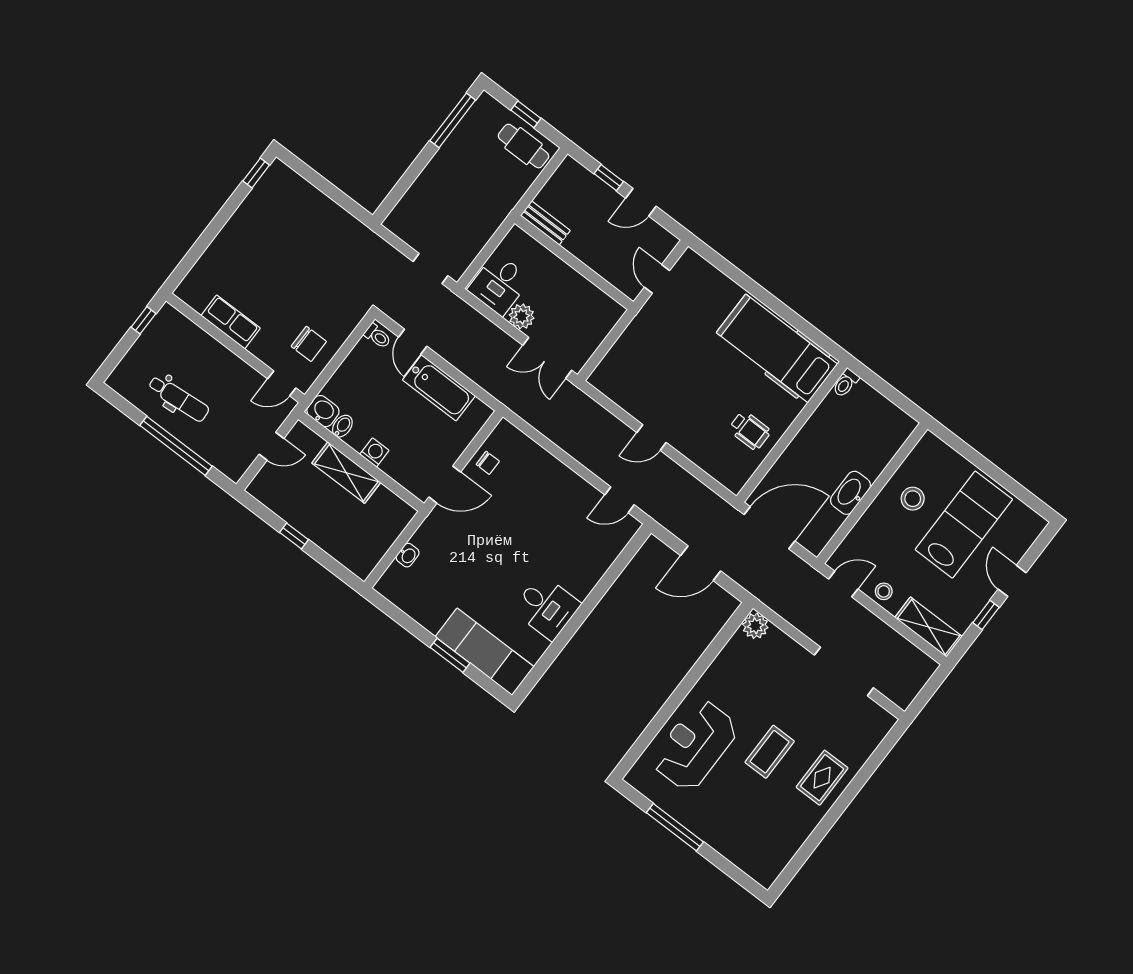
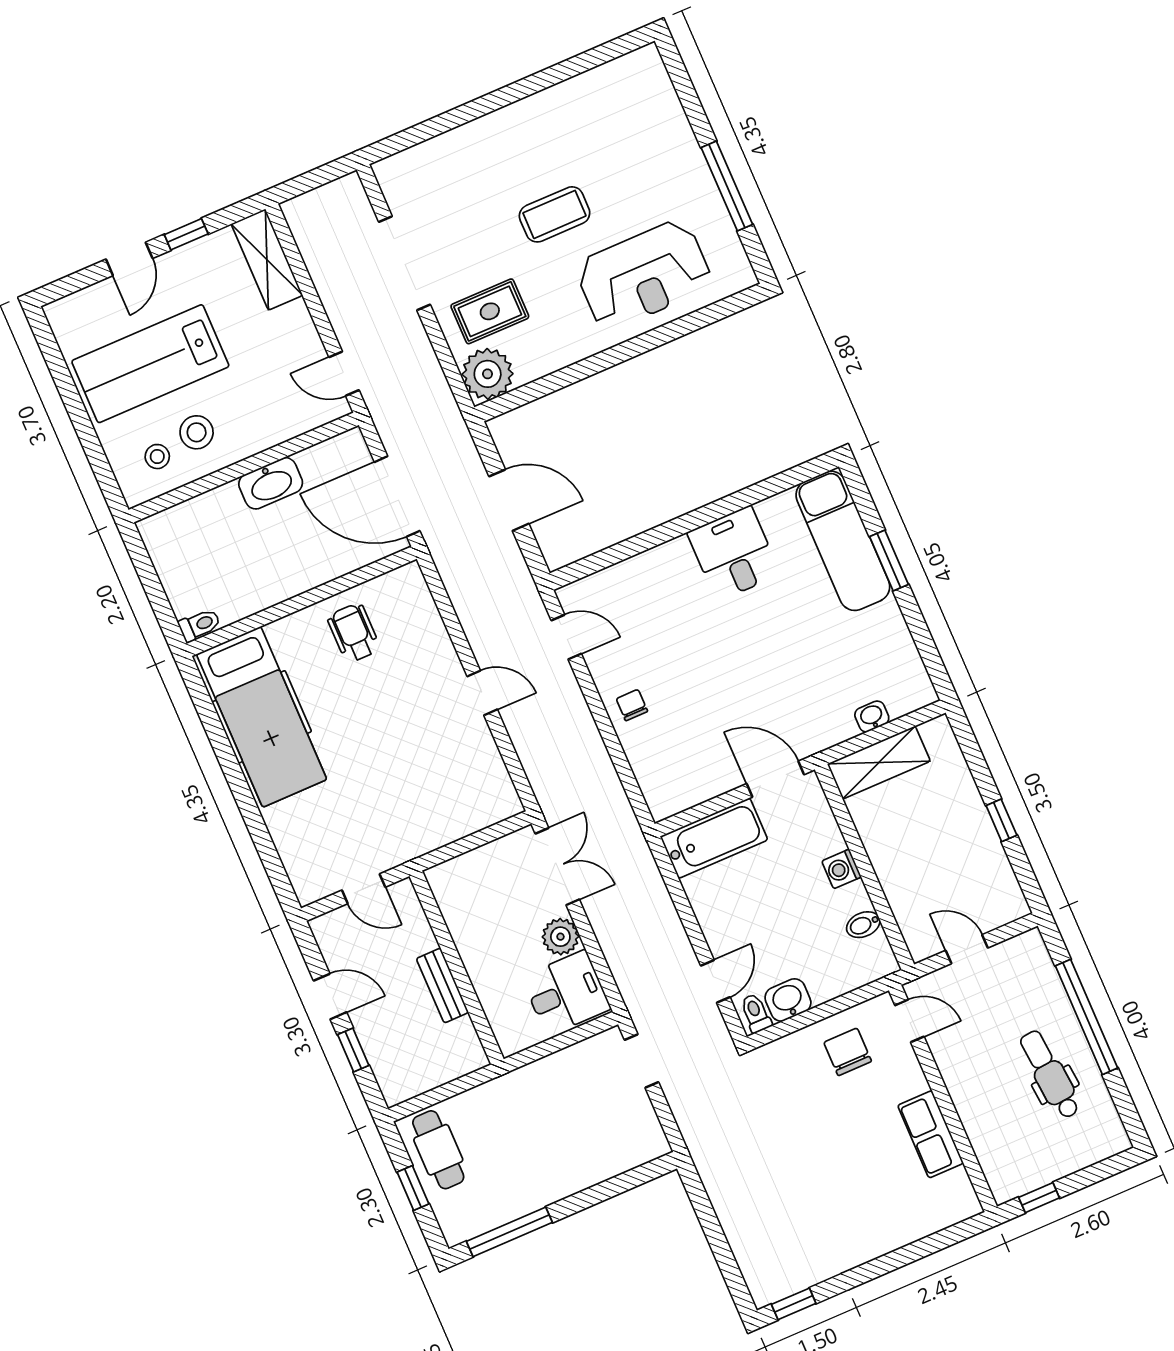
bench: (545, 223) -> (442, 985), moved
door: (657, 279) -> (364, 889), hinge flipped
bathtub: (439, 388) -> (714, 838), moved, turned 90
washbasin: (323, 411) -> (788, 1000), moved, turned 90
chair: (488, 463) -> (632, 705), moved
shelving: (346, 473) -> (879, 763), moved, turned 90
stool: (884, 591) -> (157, 457), moved
plant: (755, 626) -> (488, 374), width x1.36, depth x1.36
rug: (822, 778) -> (490, 311), moved

